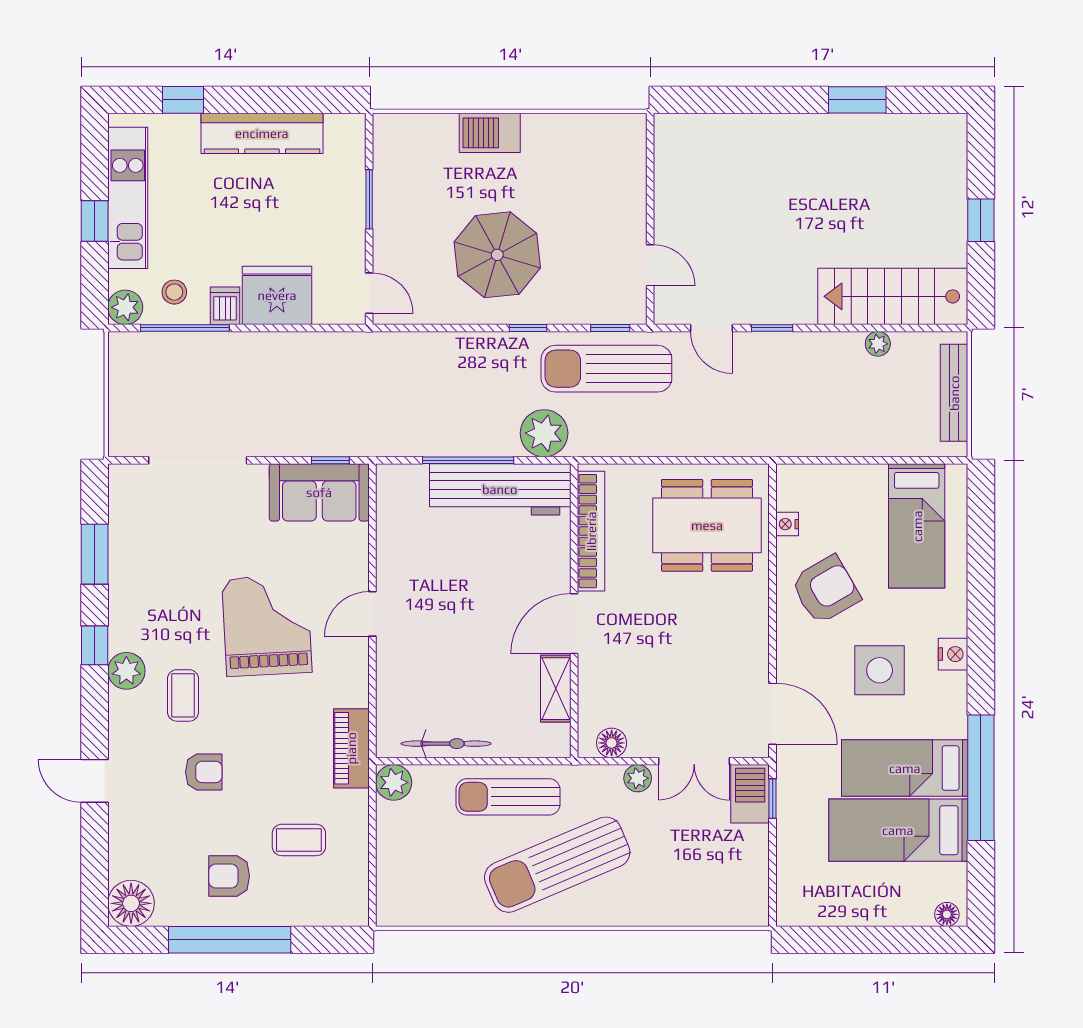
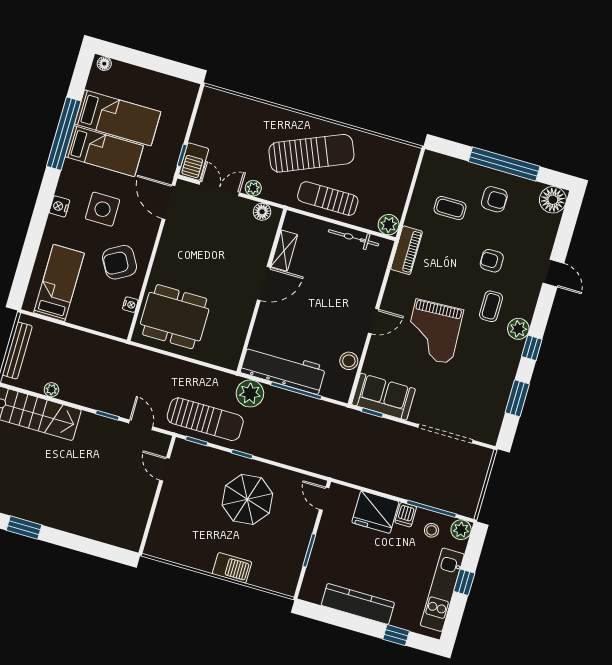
bookcase: (591, 531) -> (240, 332), removed
stool: (394, 535) -> (349, 361), added
sun lounger: (508, 797) -> (328, 198), turned 180

